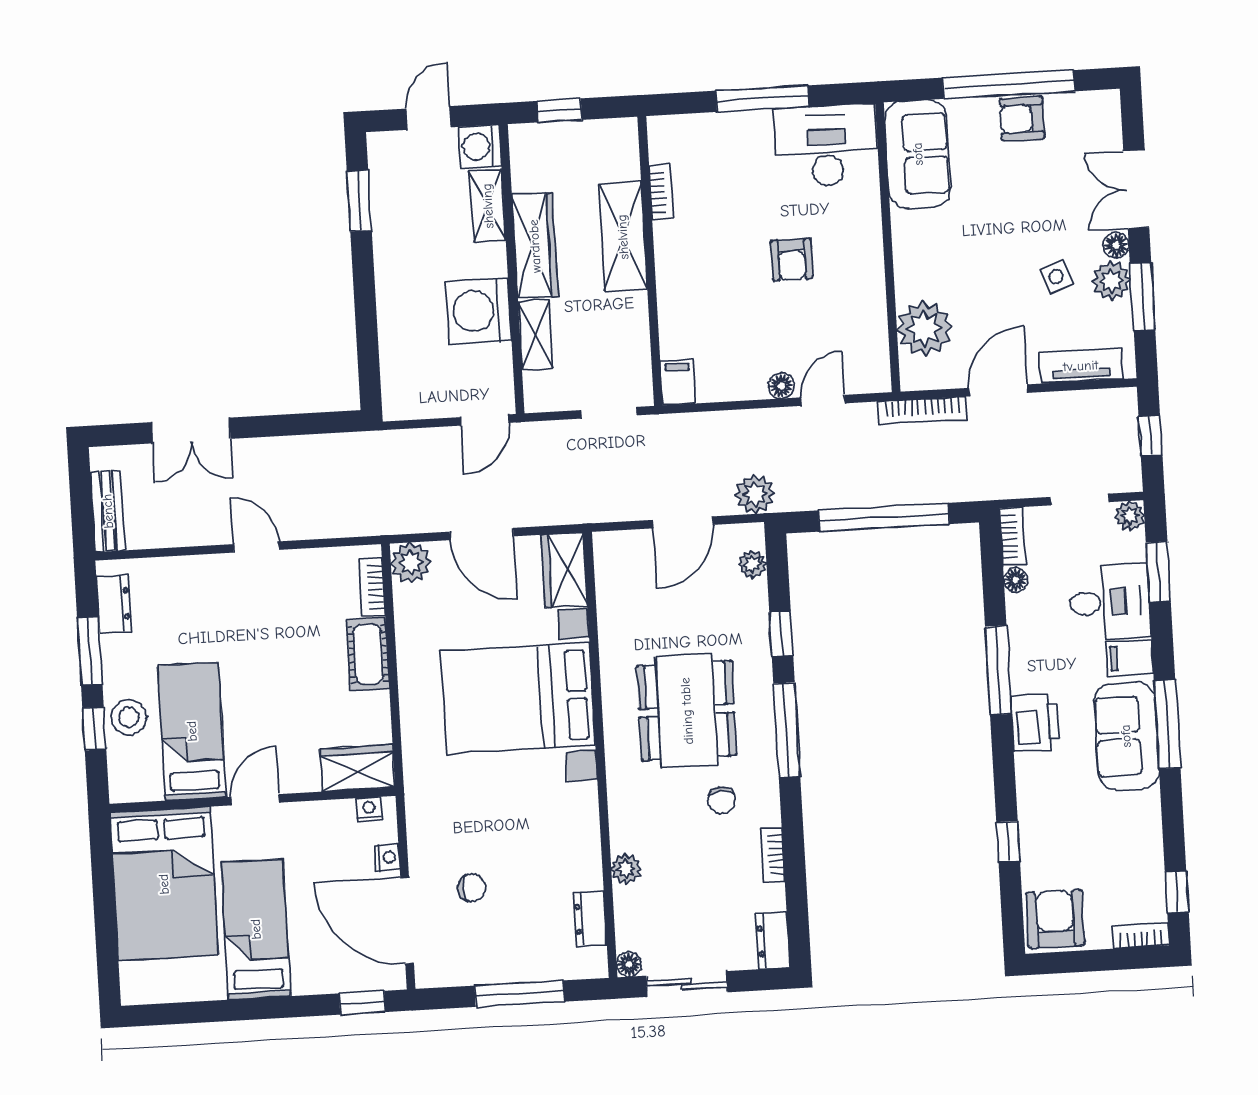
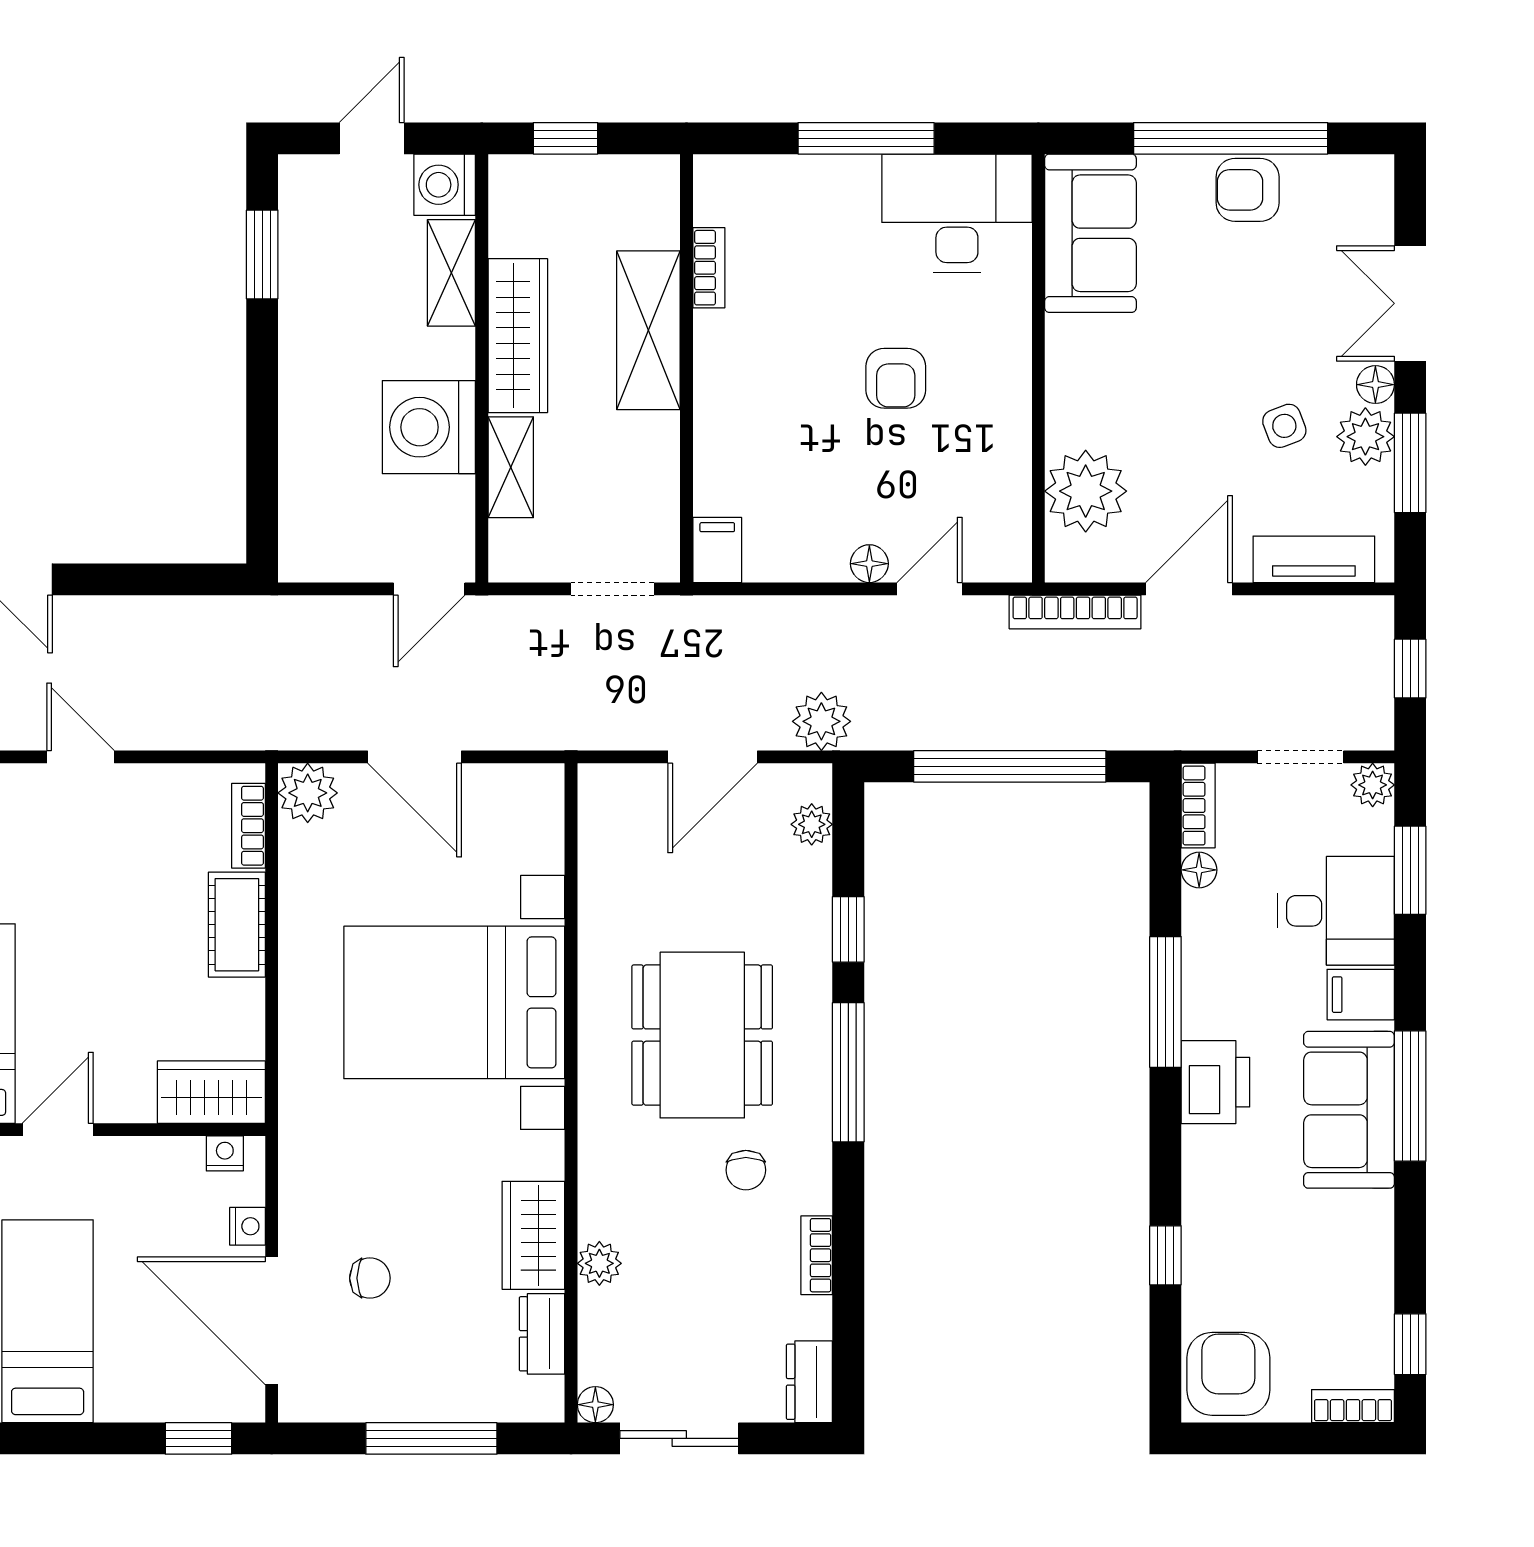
wardrobe: (564, 570) -> (533, 1235), moved

